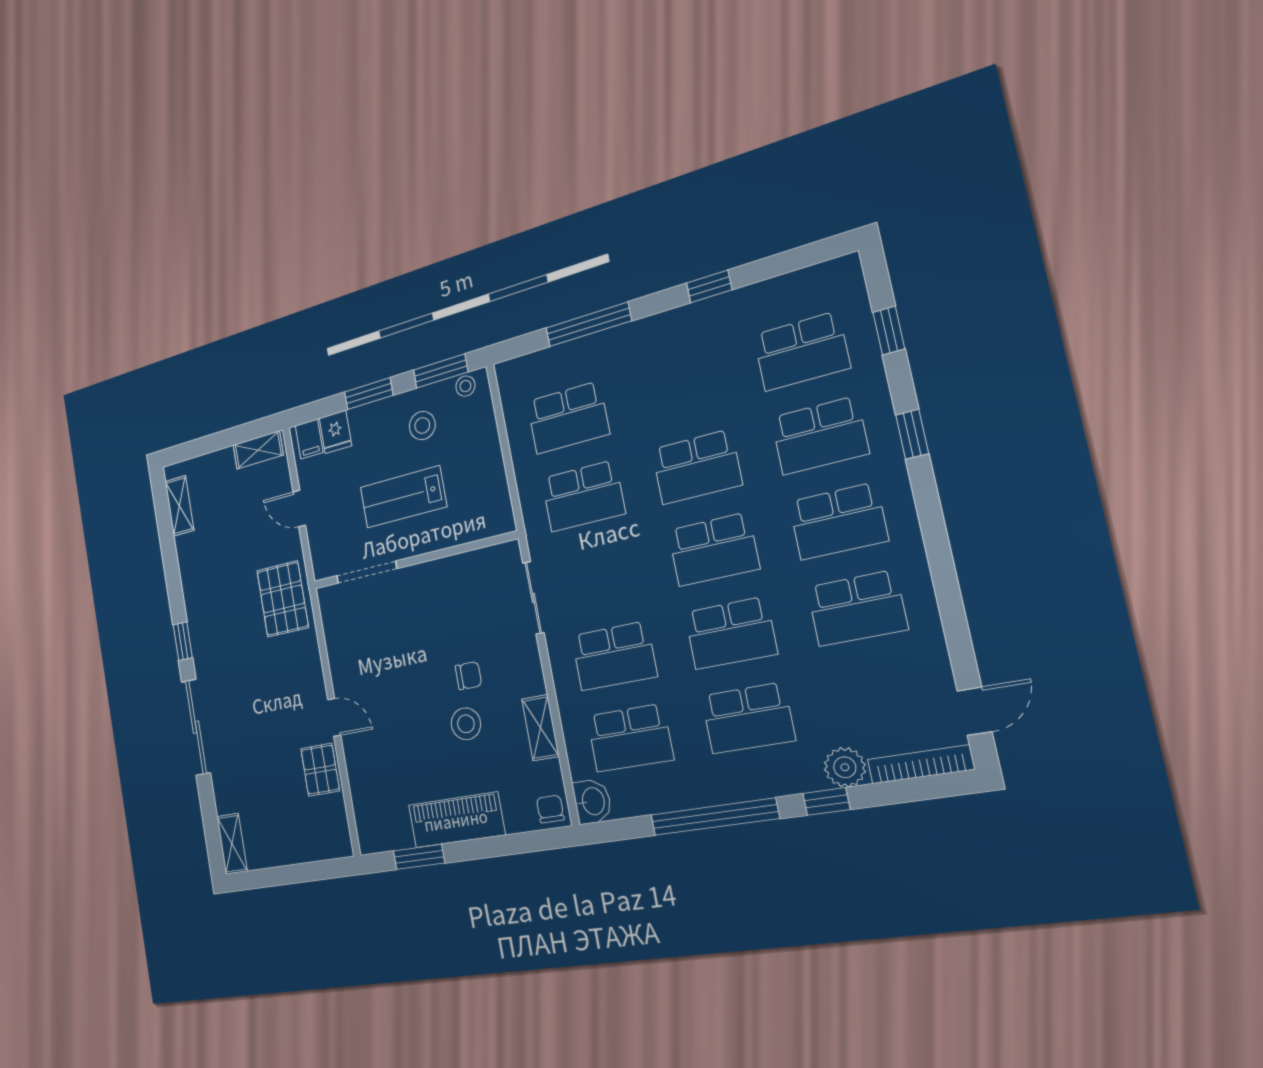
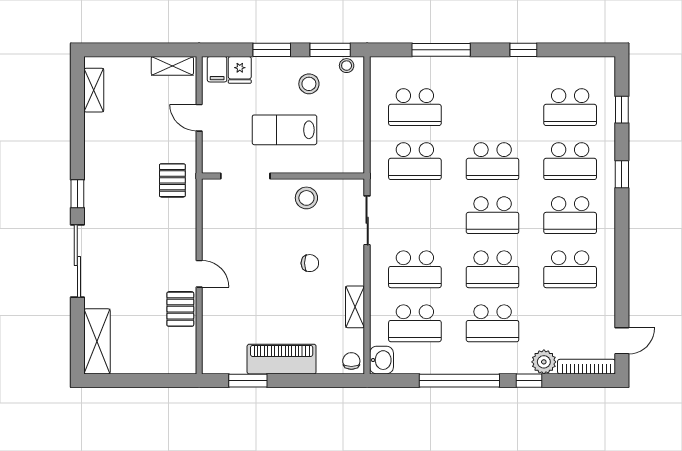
pallet: (283, 599) -> (172, 180), width x0.67, depth x0.71
stool: (466, 724) -> (306, 198), moved
shelving: (232, 844) -> (97, 341), width x1.50, depth x1.33

